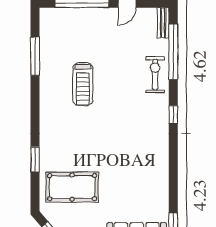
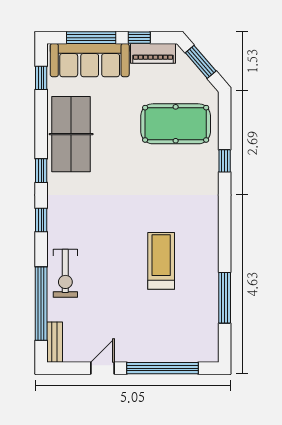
window: (173, 152) -> (41, 171), added
window: (35, 159) -> (225, 161), width x0.67
table tennis table: (151, 179) -> (71, 134), added

